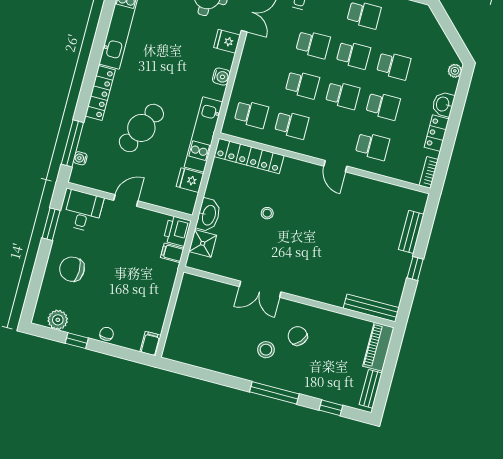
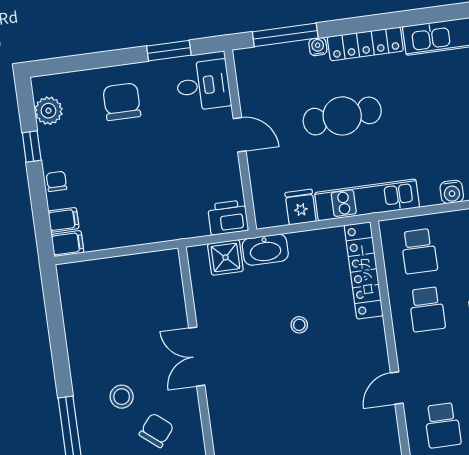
cafe table: (141, 128) -> (342, 116), turned -30
water cooler: (80, 158) -> (318, 47), moved
filing cabinet: (172, 253) -> (64, 220), moved, turned 90
chair: (107, 334) -> (56, 181), turned -90

